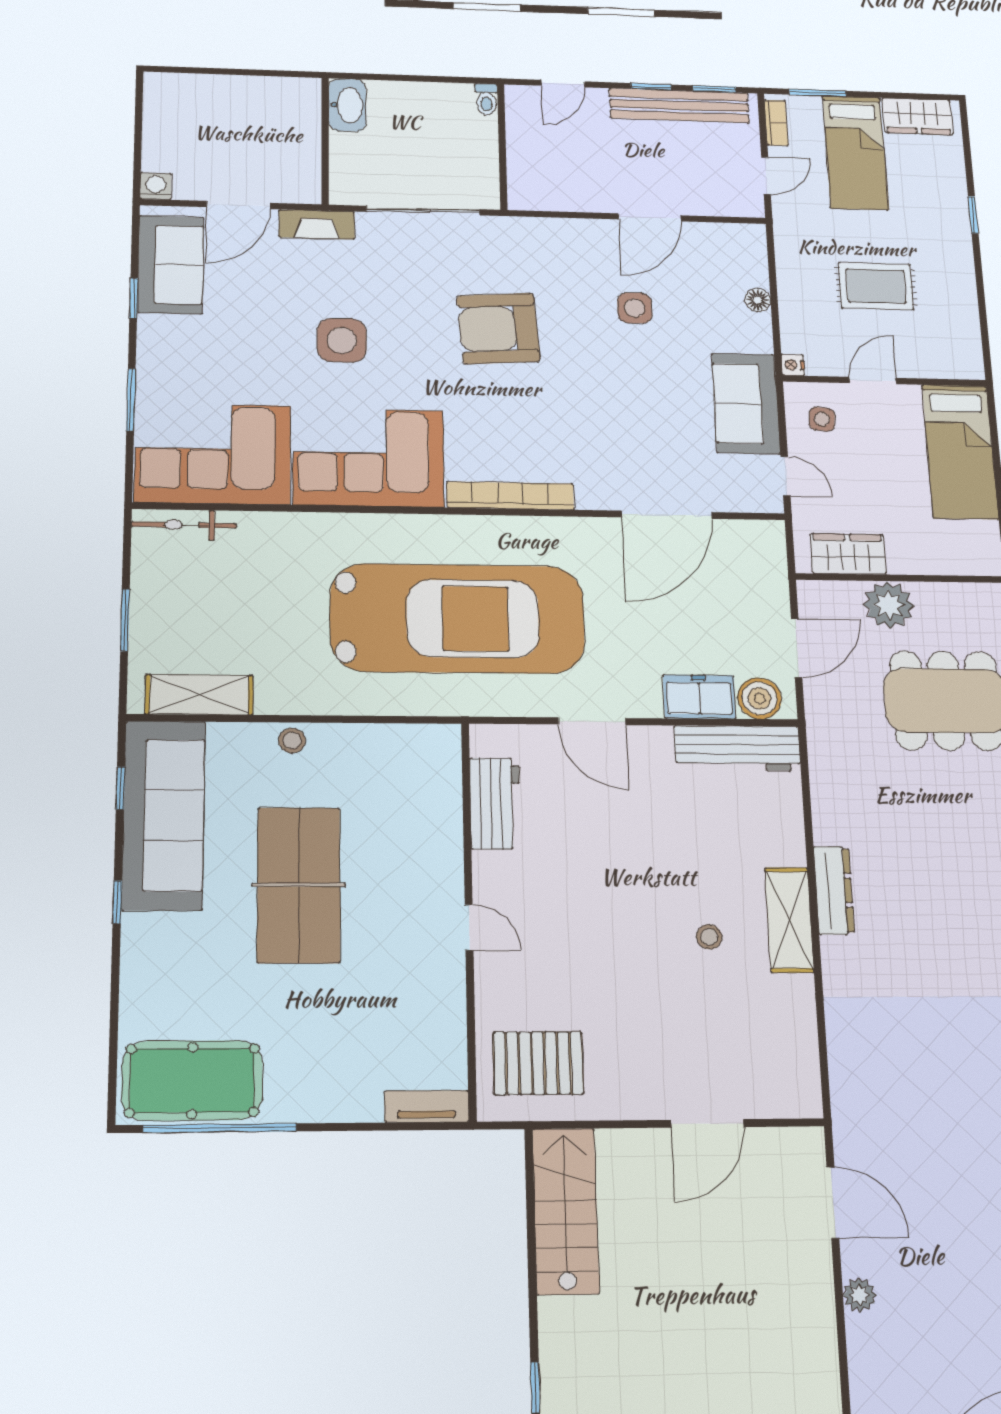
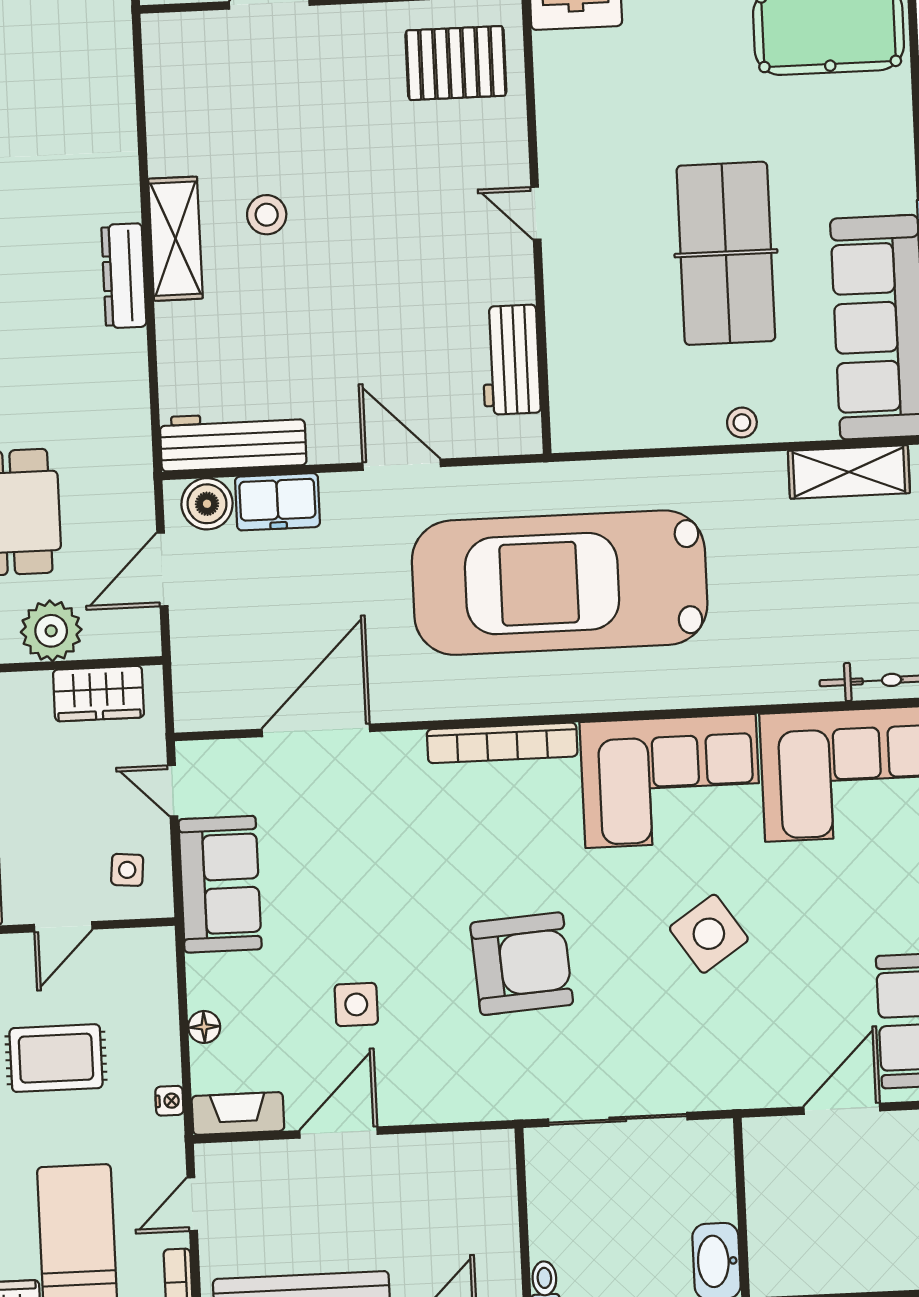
fireplace: (317, 224) -> (238, 1113), moved
side table: (342, 340) -> (709, 934), turned -34
nightstand: (793, 365) -> (169, 1101), moved
stool: (709, 937) -> (267, 215), width x1.37, depth x1.37

